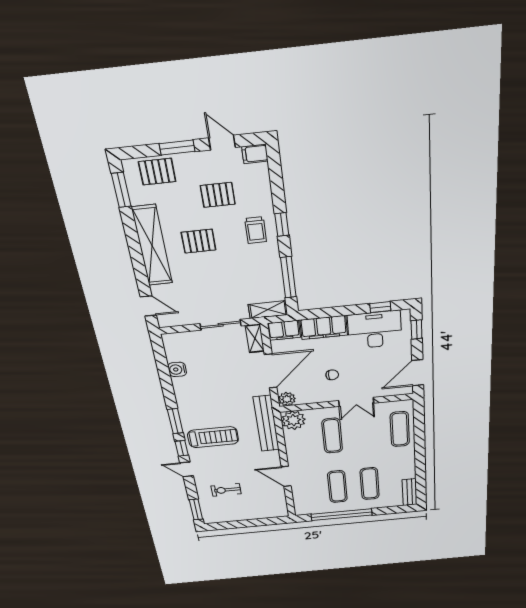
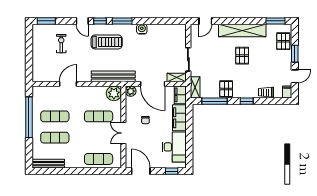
pallet: (218, 195) -> (226, 89), moved
trolley: (256, 230) -> (266, 92), moved
window: (380, 307) -> (189, 151), removed
water cooler: (177, 369) -> (142, 29), moved
treadmill: (213, 437) -> (107, 42), turned -90
door: (187, 469) -> (82, 21), swing flipped
bench: (410, 492) -> (48, 164), width x1.36

